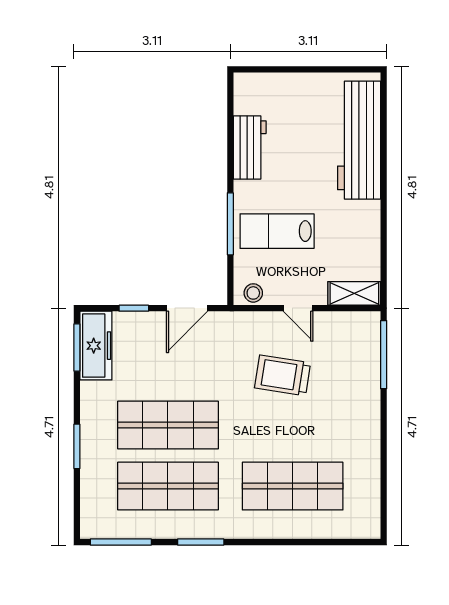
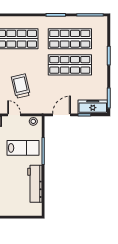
workbench: (250, 147) -> (35, 184), width x1.38
freezer: (96, 346) -> (93, 107), moved, turned 90
trolley: (283, 375) -> (21, 86), turned -112

